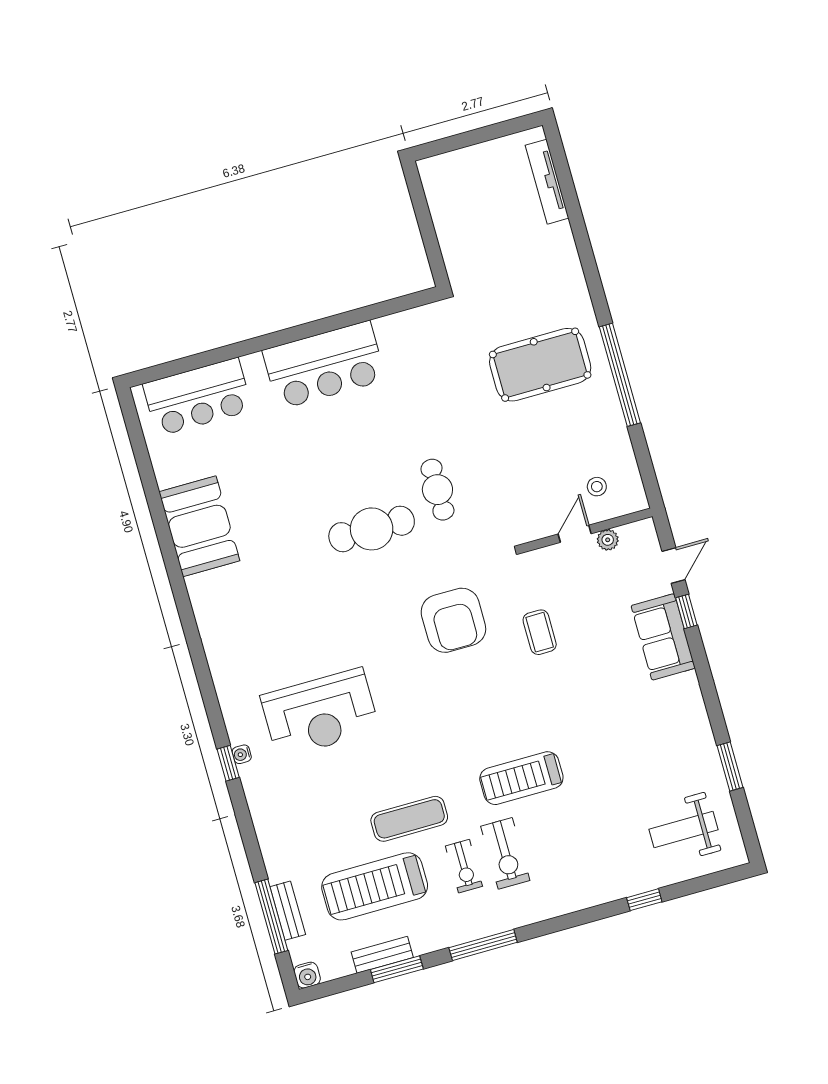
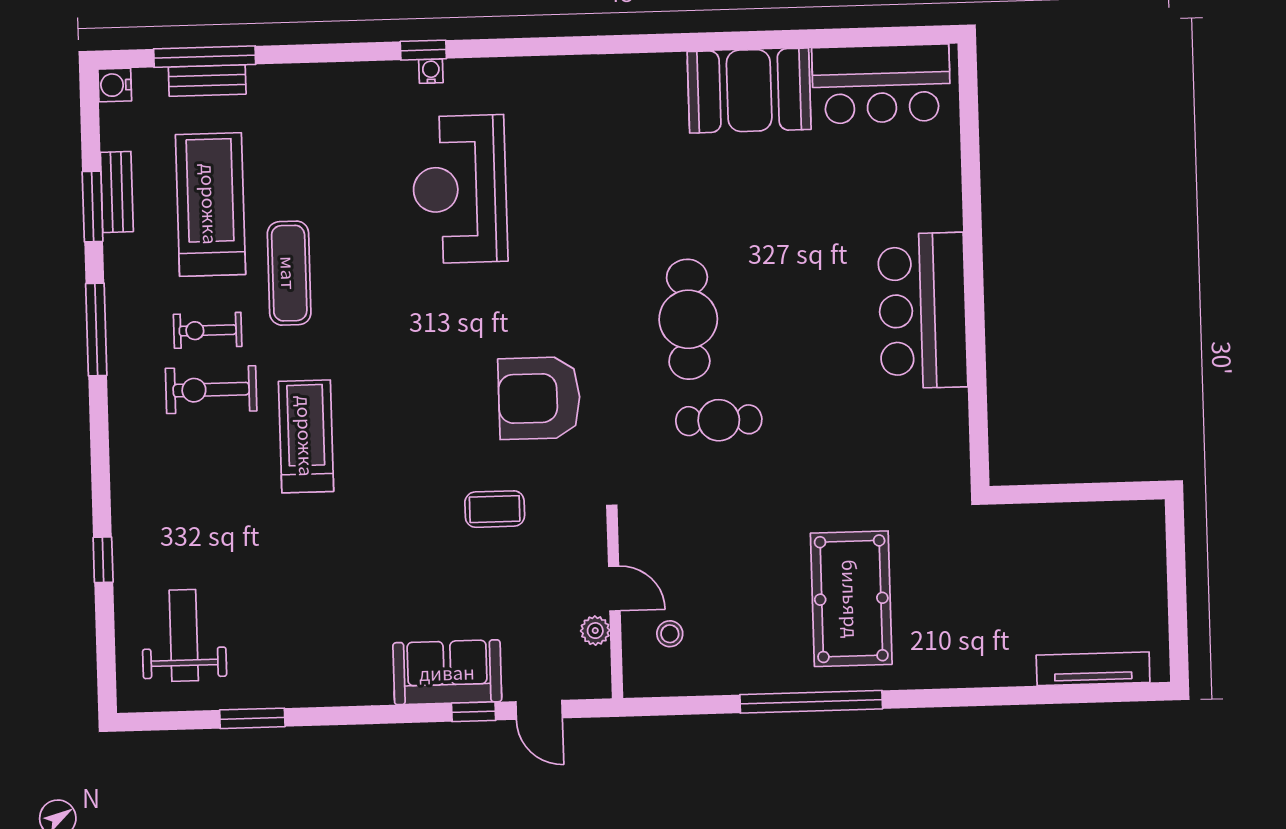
bar counter: (198, 397) -> (881, 84), moved, turned -90

